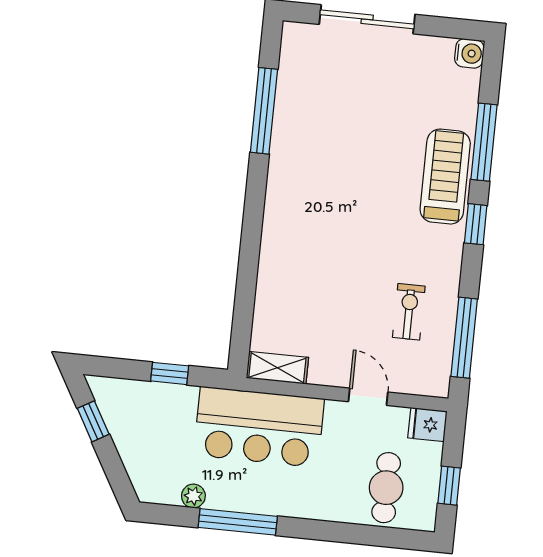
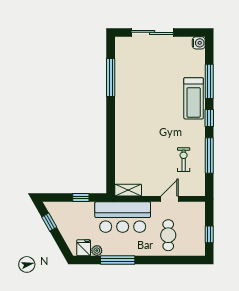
treadmill: (445, 177) -> (194, 98), turned 180
window: (464, 338) -> (209, 156), moved
door: (368, 397) -> (169, 199), hinge flipped
fridge: (427, 425) -> (84, 248), moved, turned 90
cafe table: (386, 488) -> (168, 235), moved

